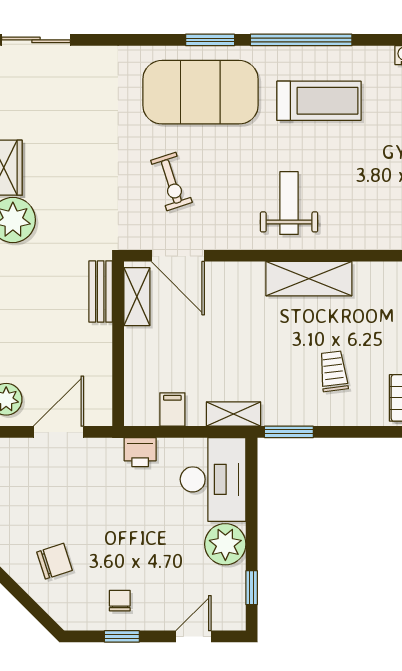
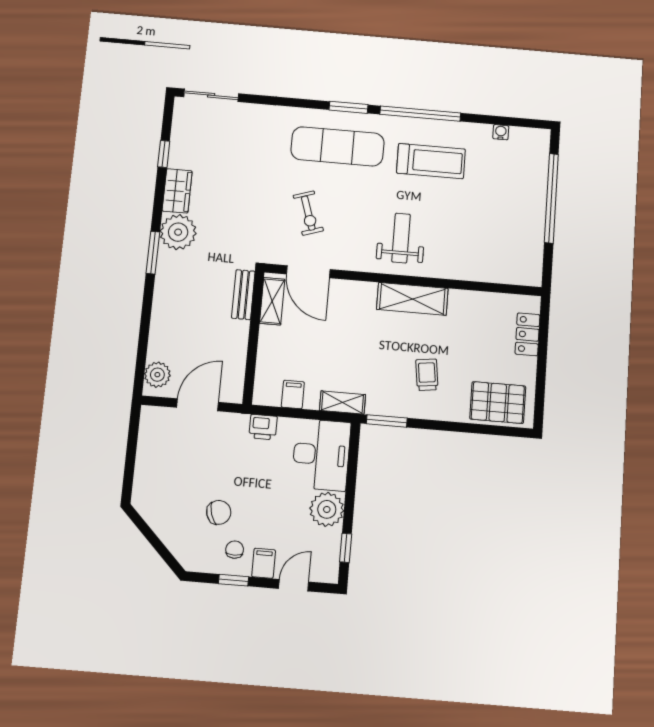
exercise mat: (201, 92) -> (338, 146), width x0.68
chair: (55, 561) -> (219, 512), moved
filing cabinet: (156, 614) -> (264, 563), added

